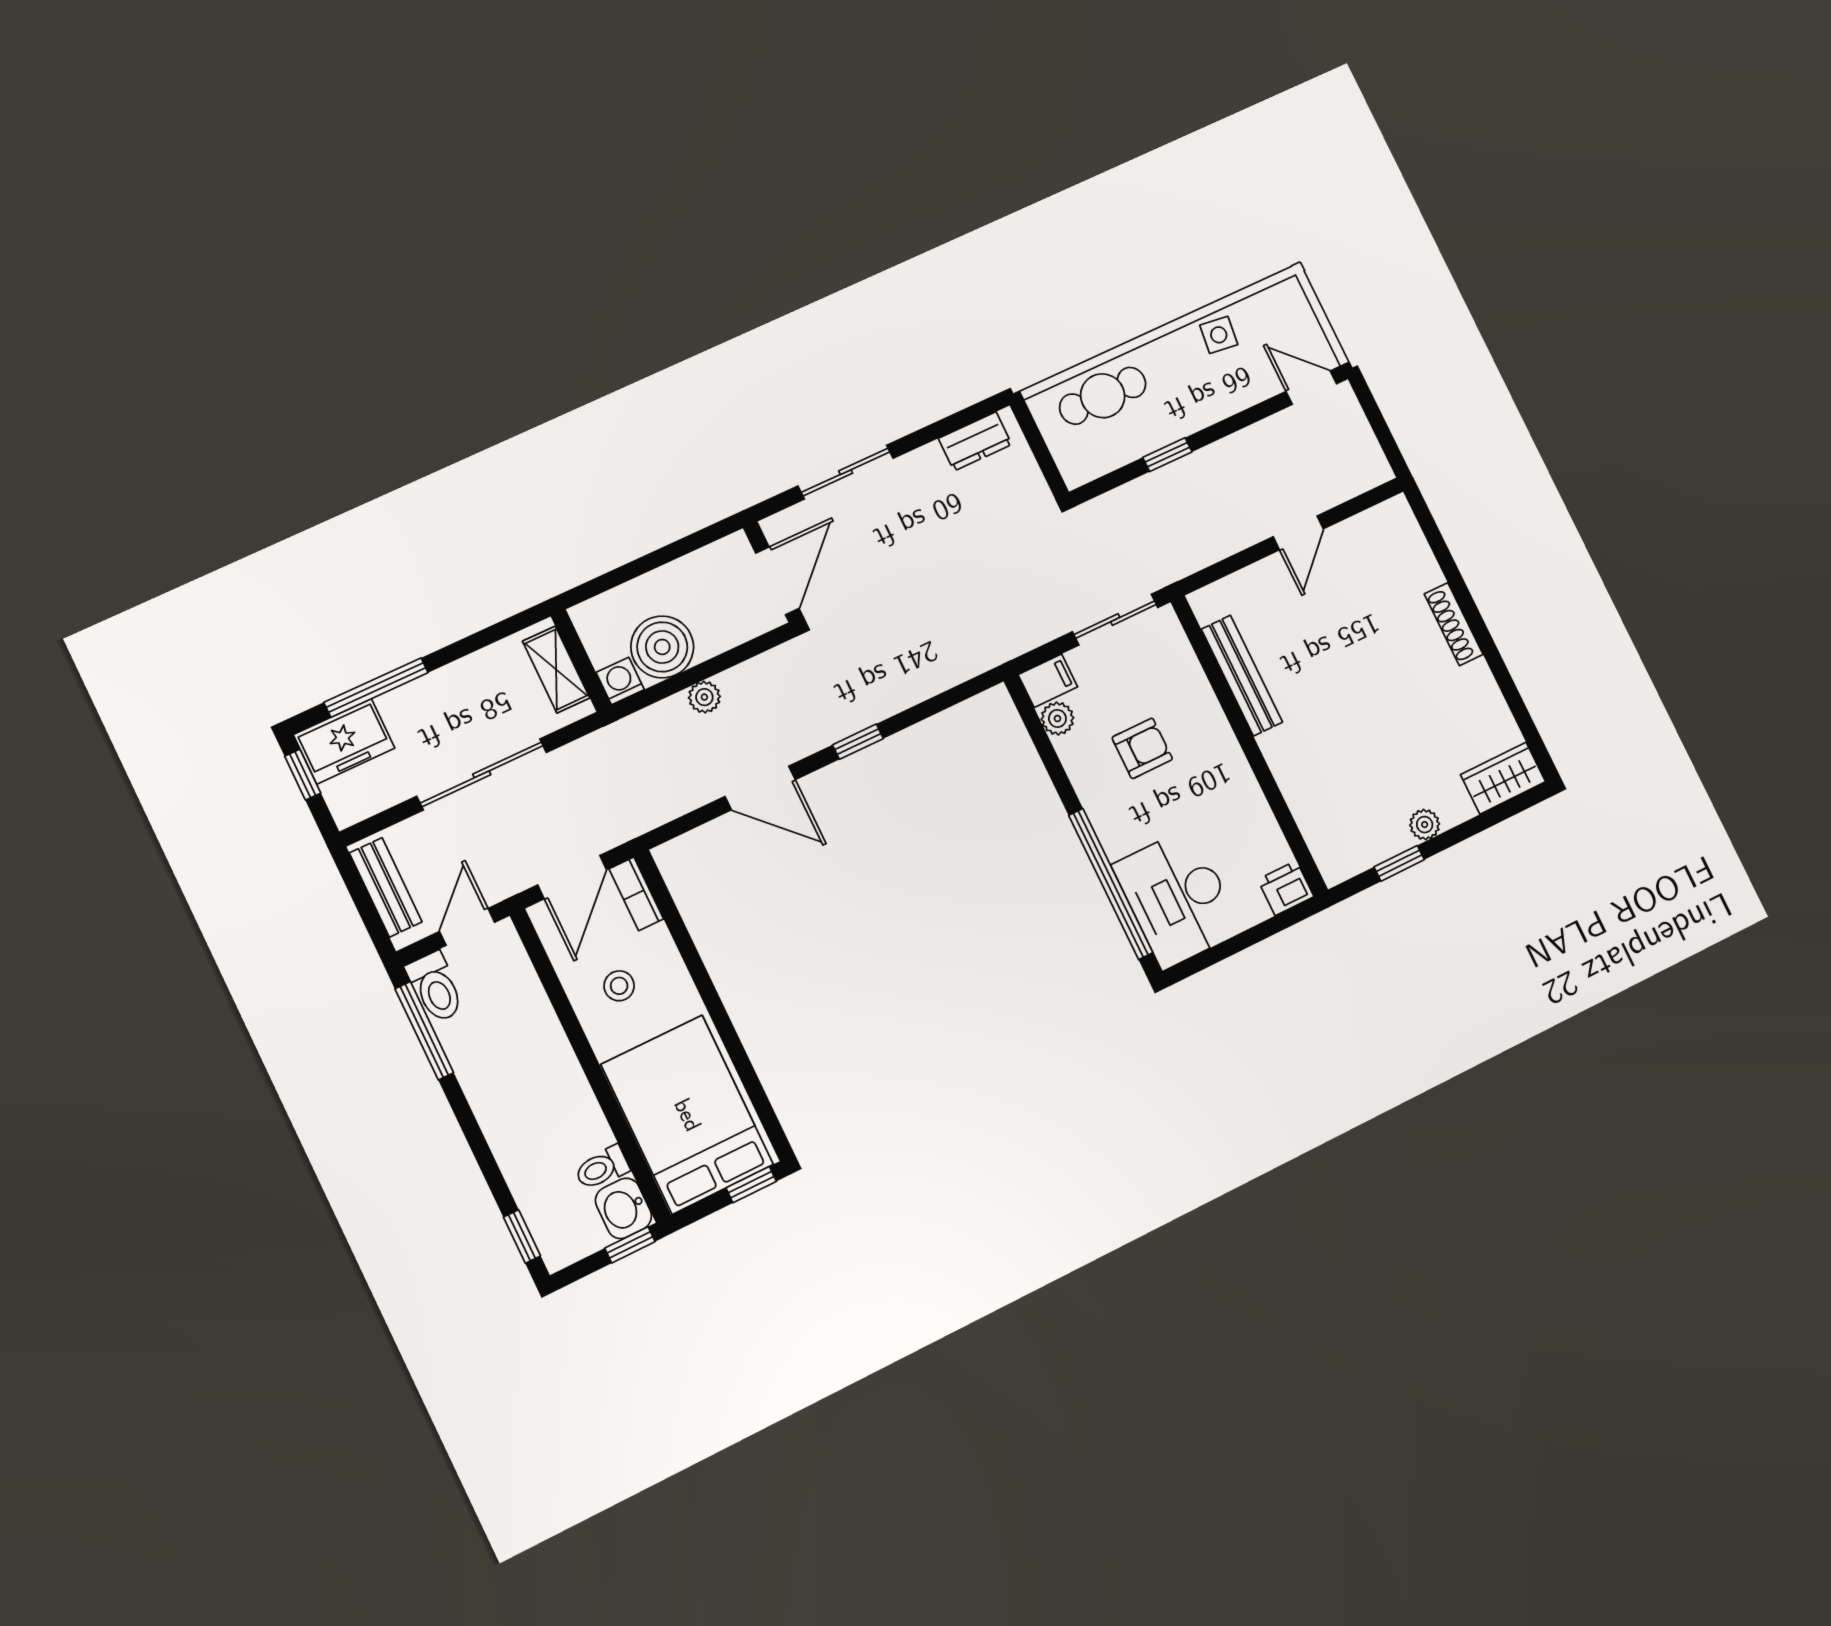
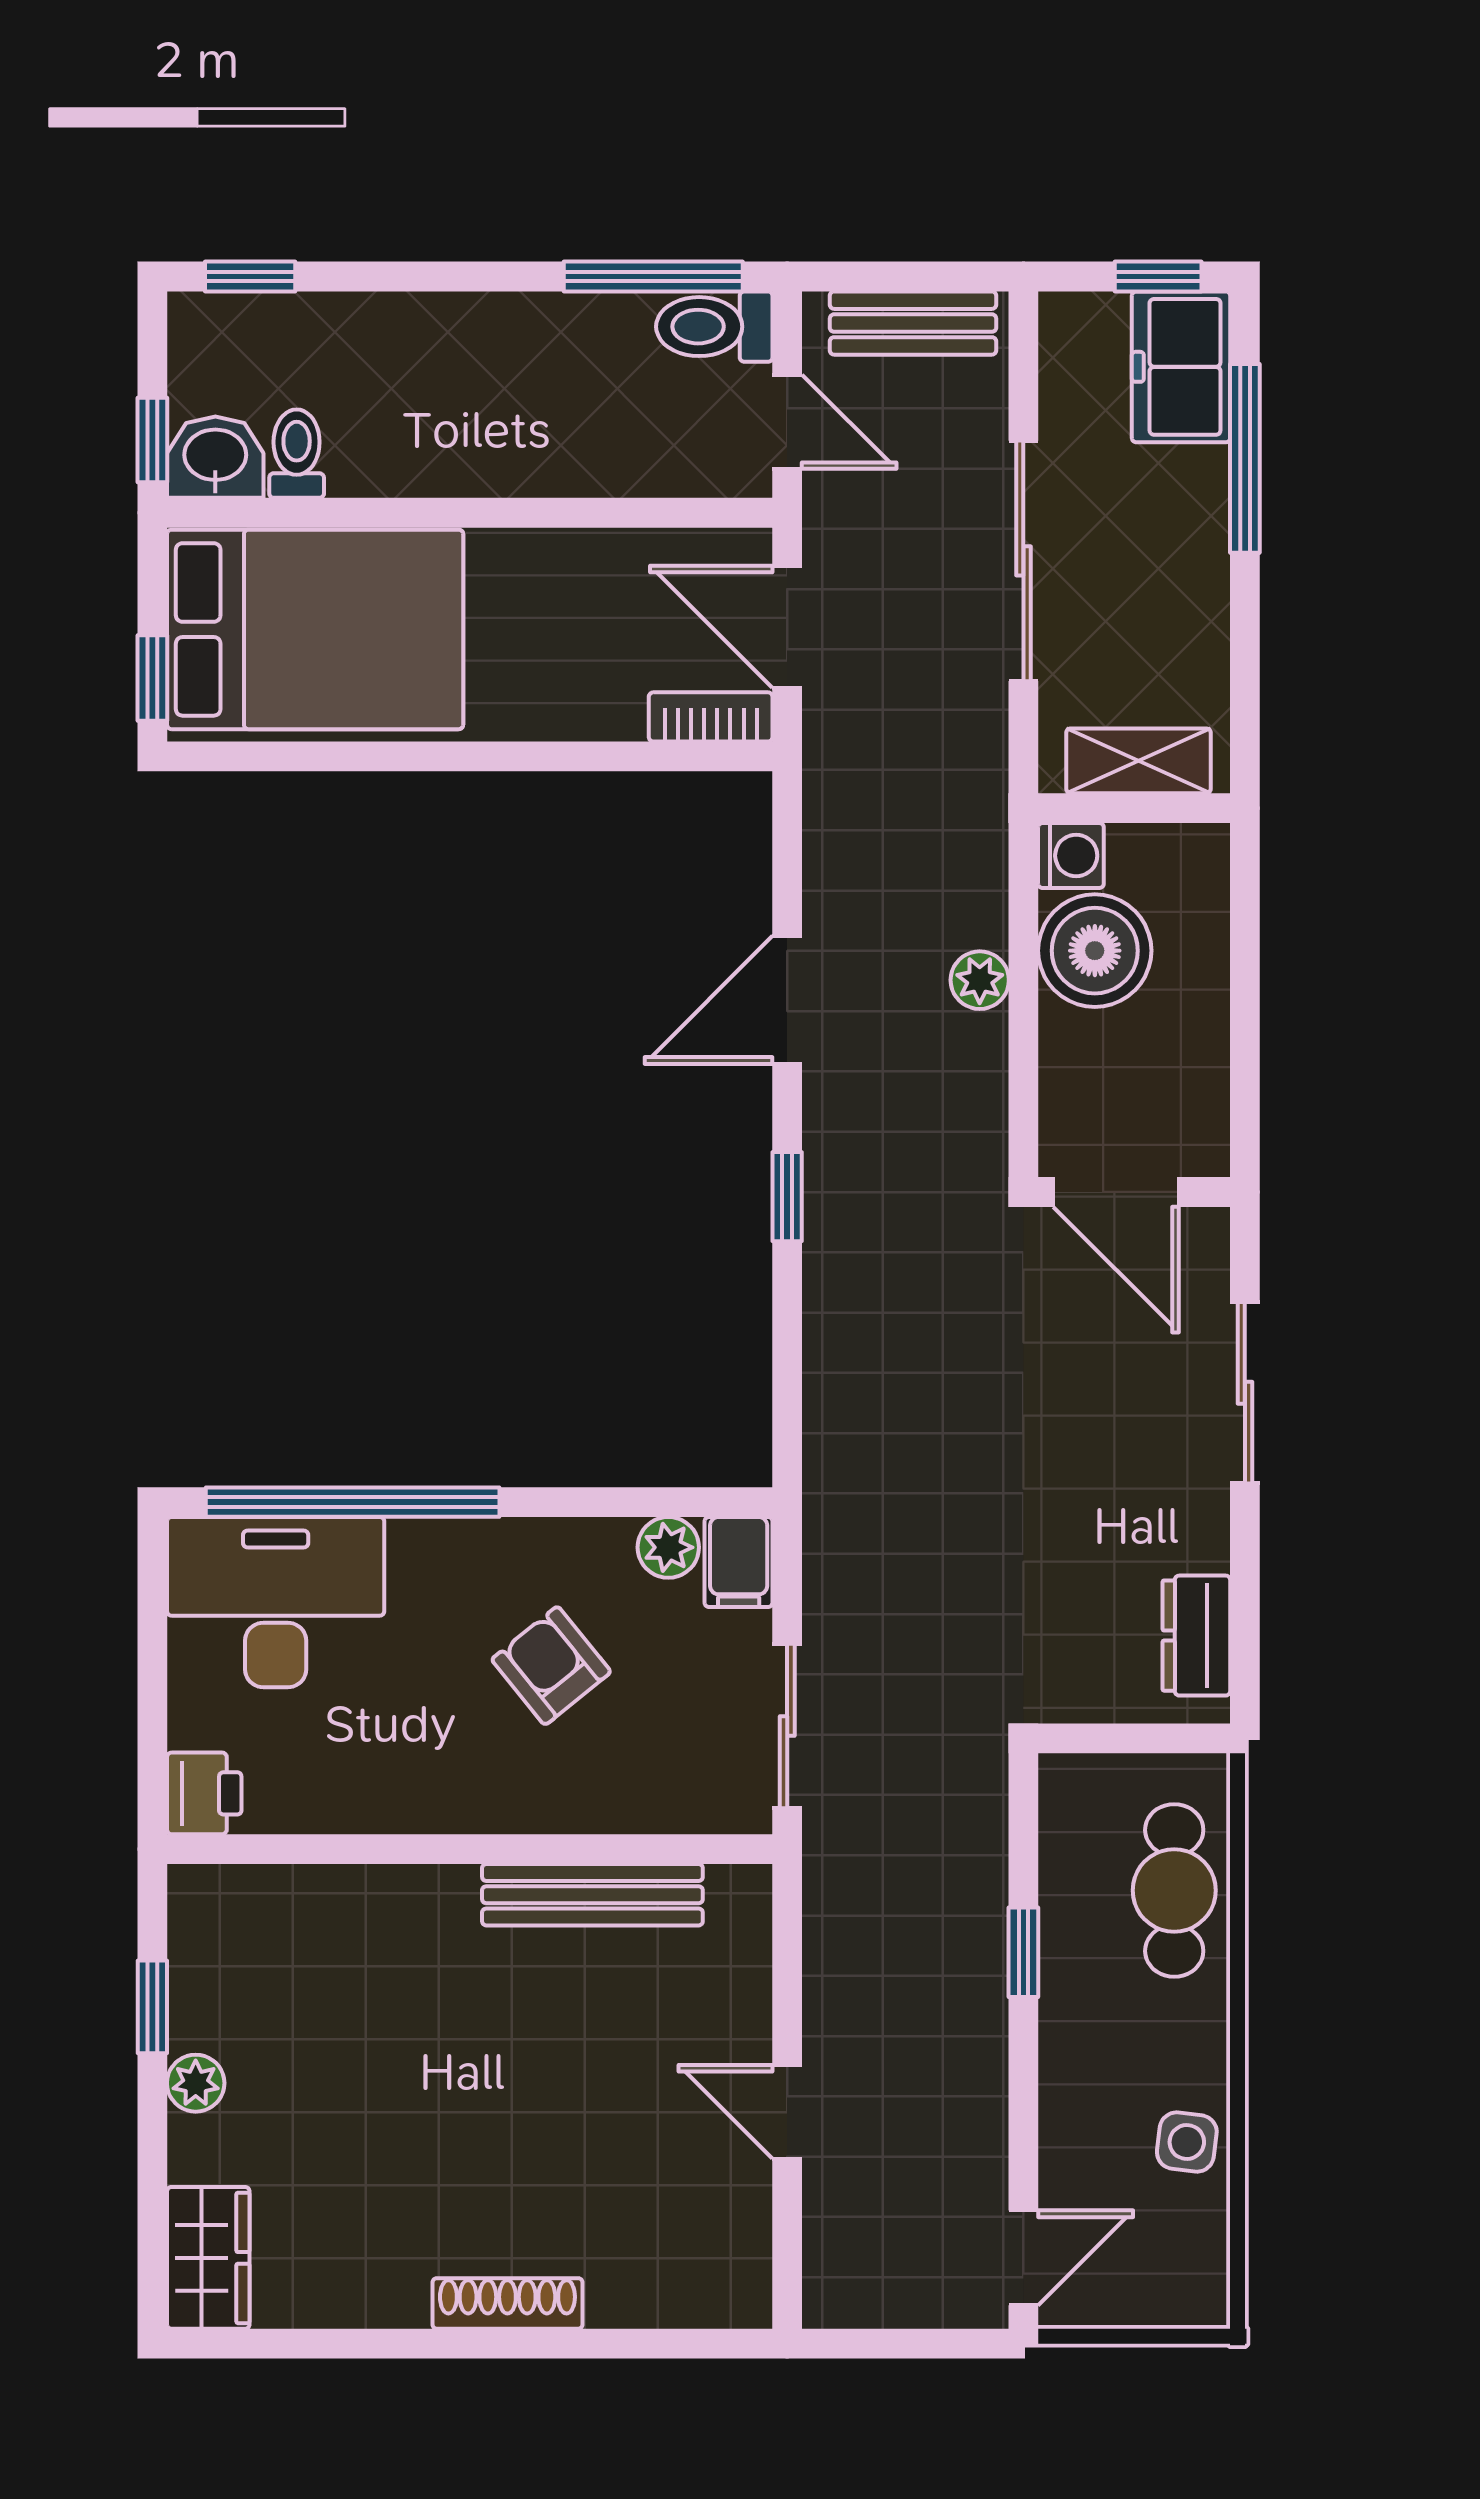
armchair: (1142, 748) -> (551, 1666), turned 141
stool: (619, 986) -> (575, 619), removed

